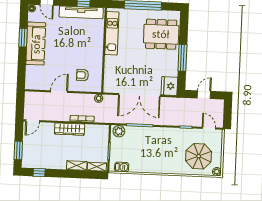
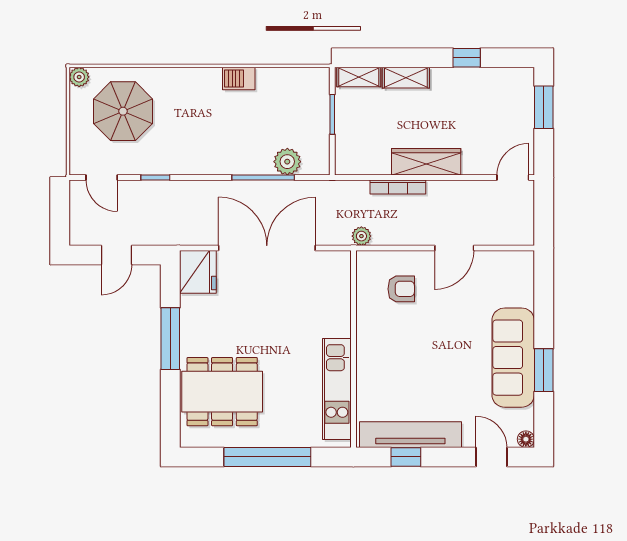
plant: (119, 131) -> (287, 162), moved
barbecue: (122, 167) -> (239, 78), moved
window: (39, 172) -> (467, 58), moved

